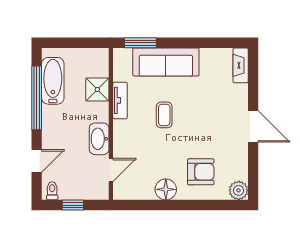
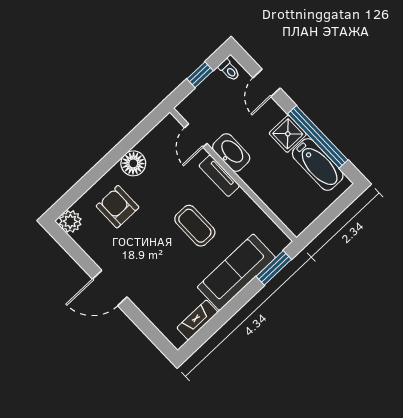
fireplace: (241, 65) -> (197, 320), moved, turned -90
shower: (97, 89) -> (288, 134), moved
tv unit: (120, 100) -> (219, 176), moved
coffee table: (164, 115) -> (195, 226), width x1.36, depth x1.30
armchair: (201, 172) -> (118, 207), turned 90

